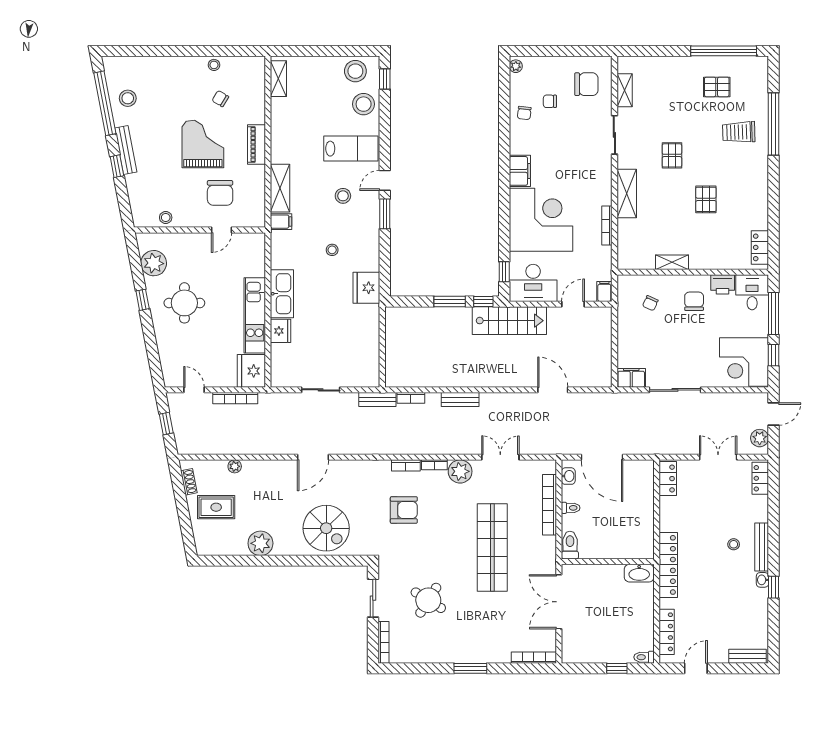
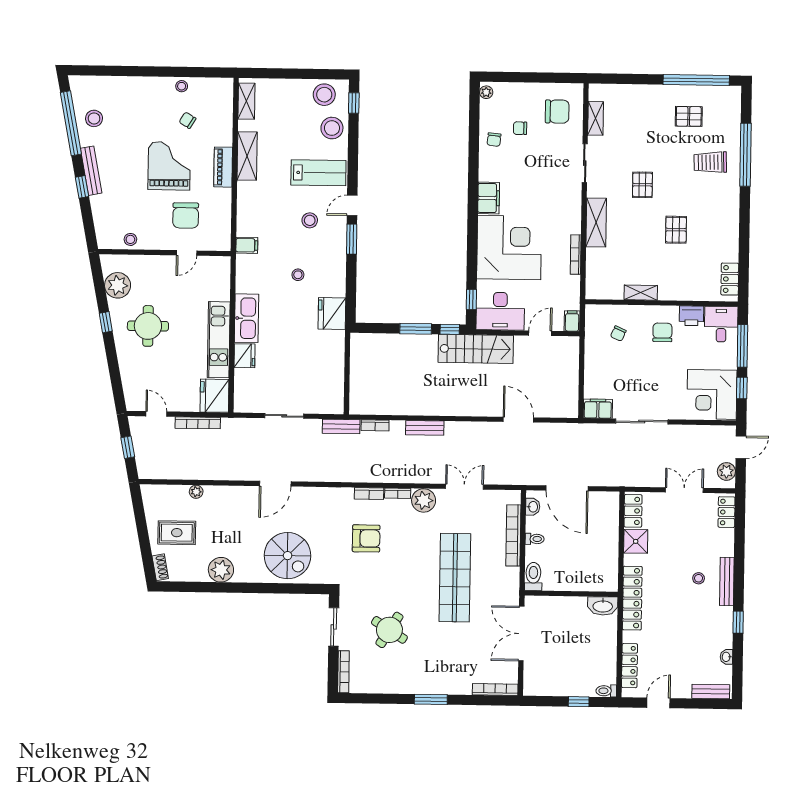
shelving: (280, 188) -> (247, 156), moved
shoe rack: (189, 482) -> (160, 567), moved
shower: (671, 509) -> (636, 541), added
washbasin: (762, 580) -> (726, 657), moved

